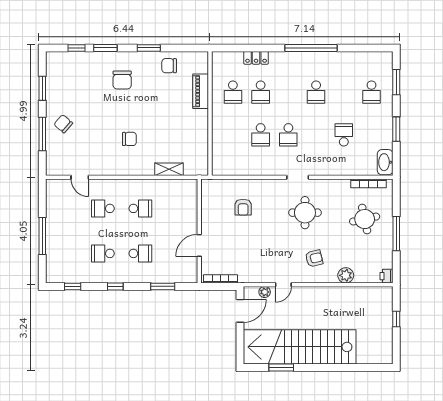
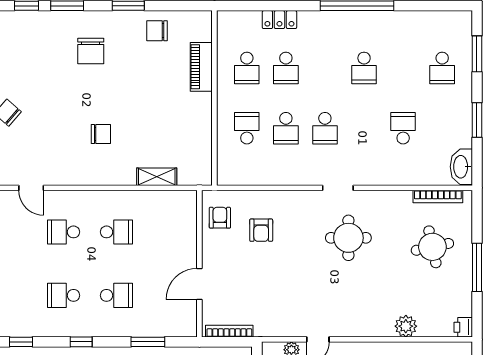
school desk: (233, 135) -> (247, 128), added
armchair: (314, 258) -> (220, 218), moved, turned -77

